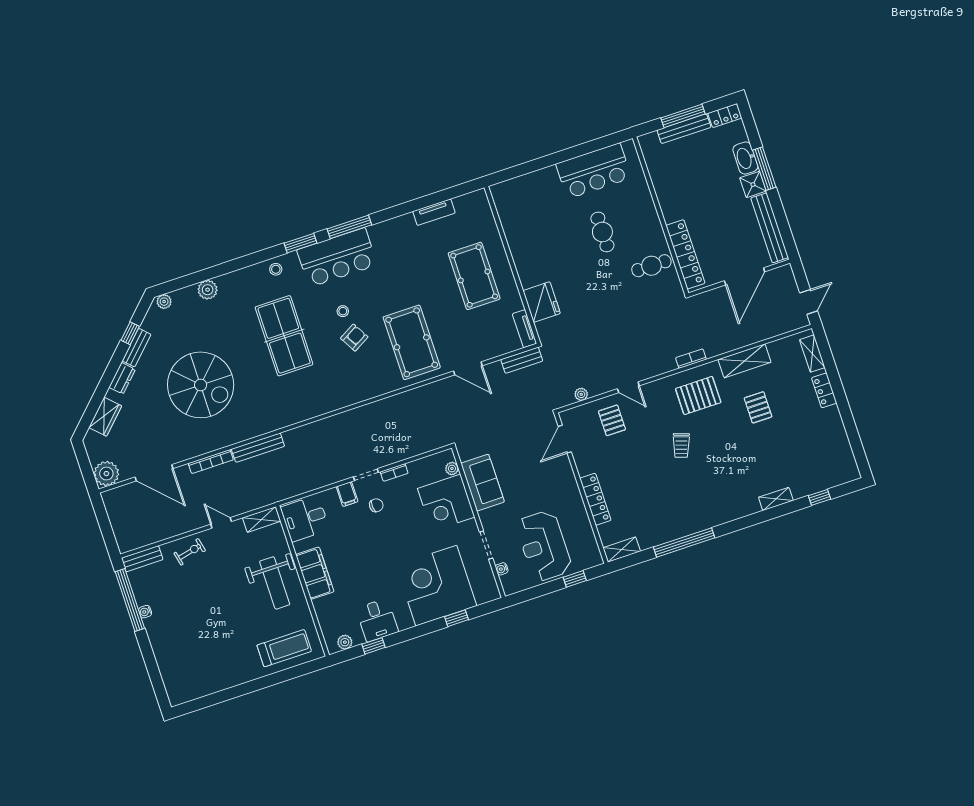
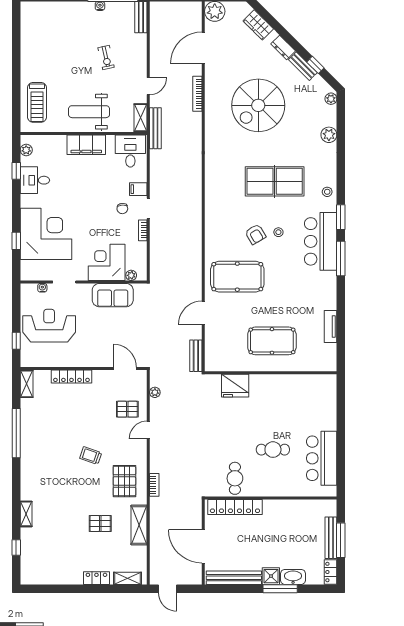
tv unit: (524, 329) -> (219, 366), removed
bench: (258, 448) -> (155, 128), moved
exercise bike: (190, 552) -> (106, 57), moved

